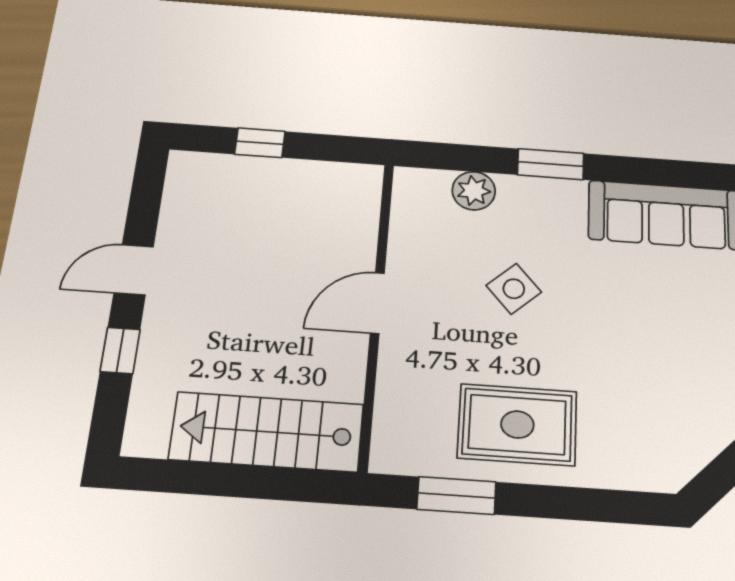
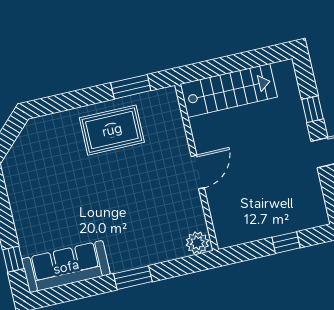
plant: (474, 191) -> (197, 243), moved
side table: (514, 289) -> (133, 201), removed

